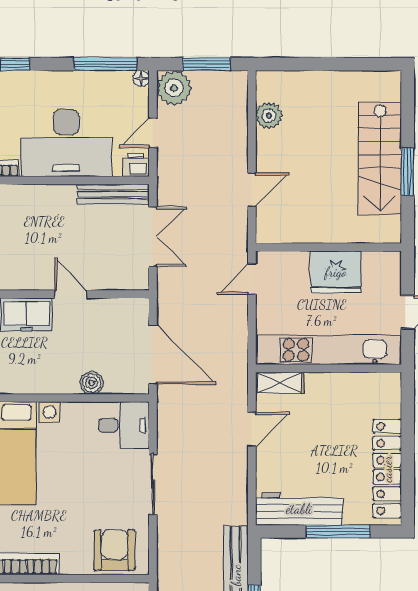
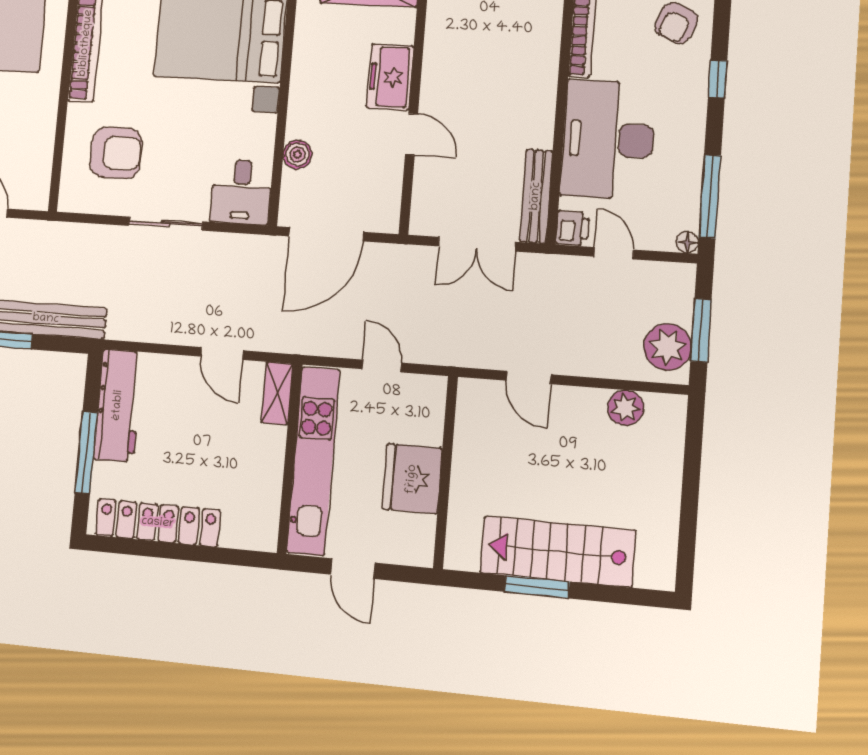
plant: (174, 88) -> (668, 347), moved
door: (252, 279) -> (382, 366), moved
door: (71, 294) -> (411, 134), hinge flipped
armchair: (115, 550) -> (116, 153), moved

